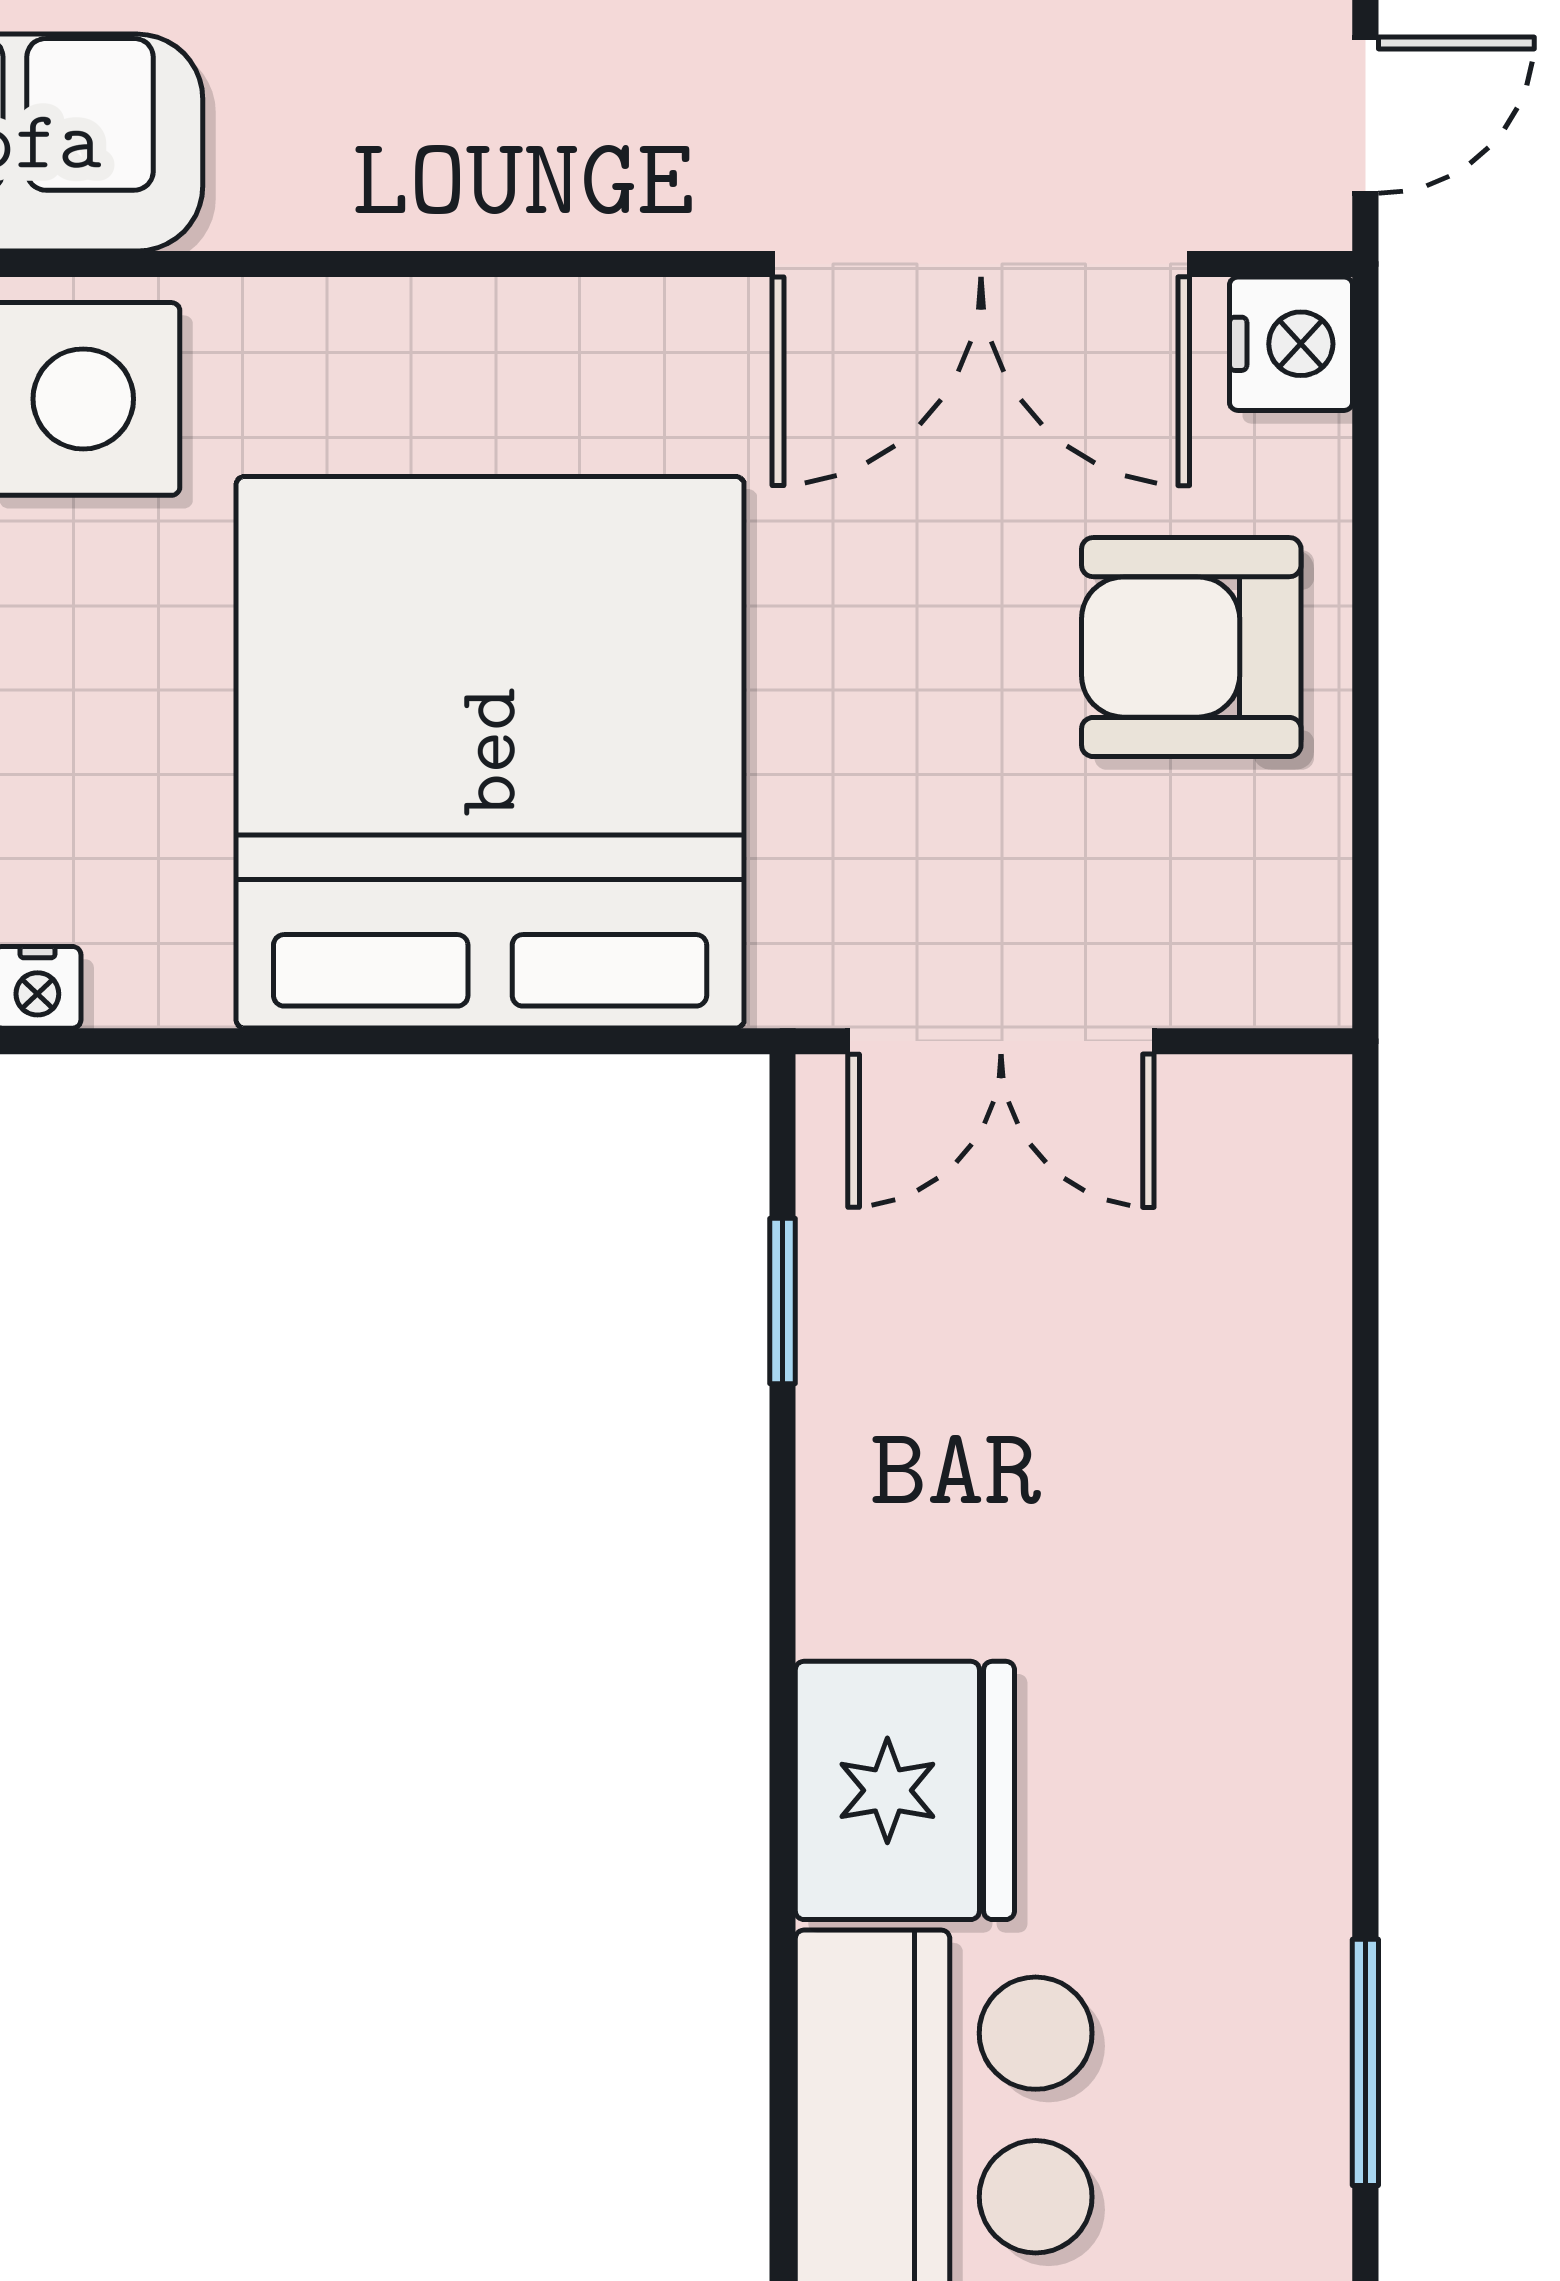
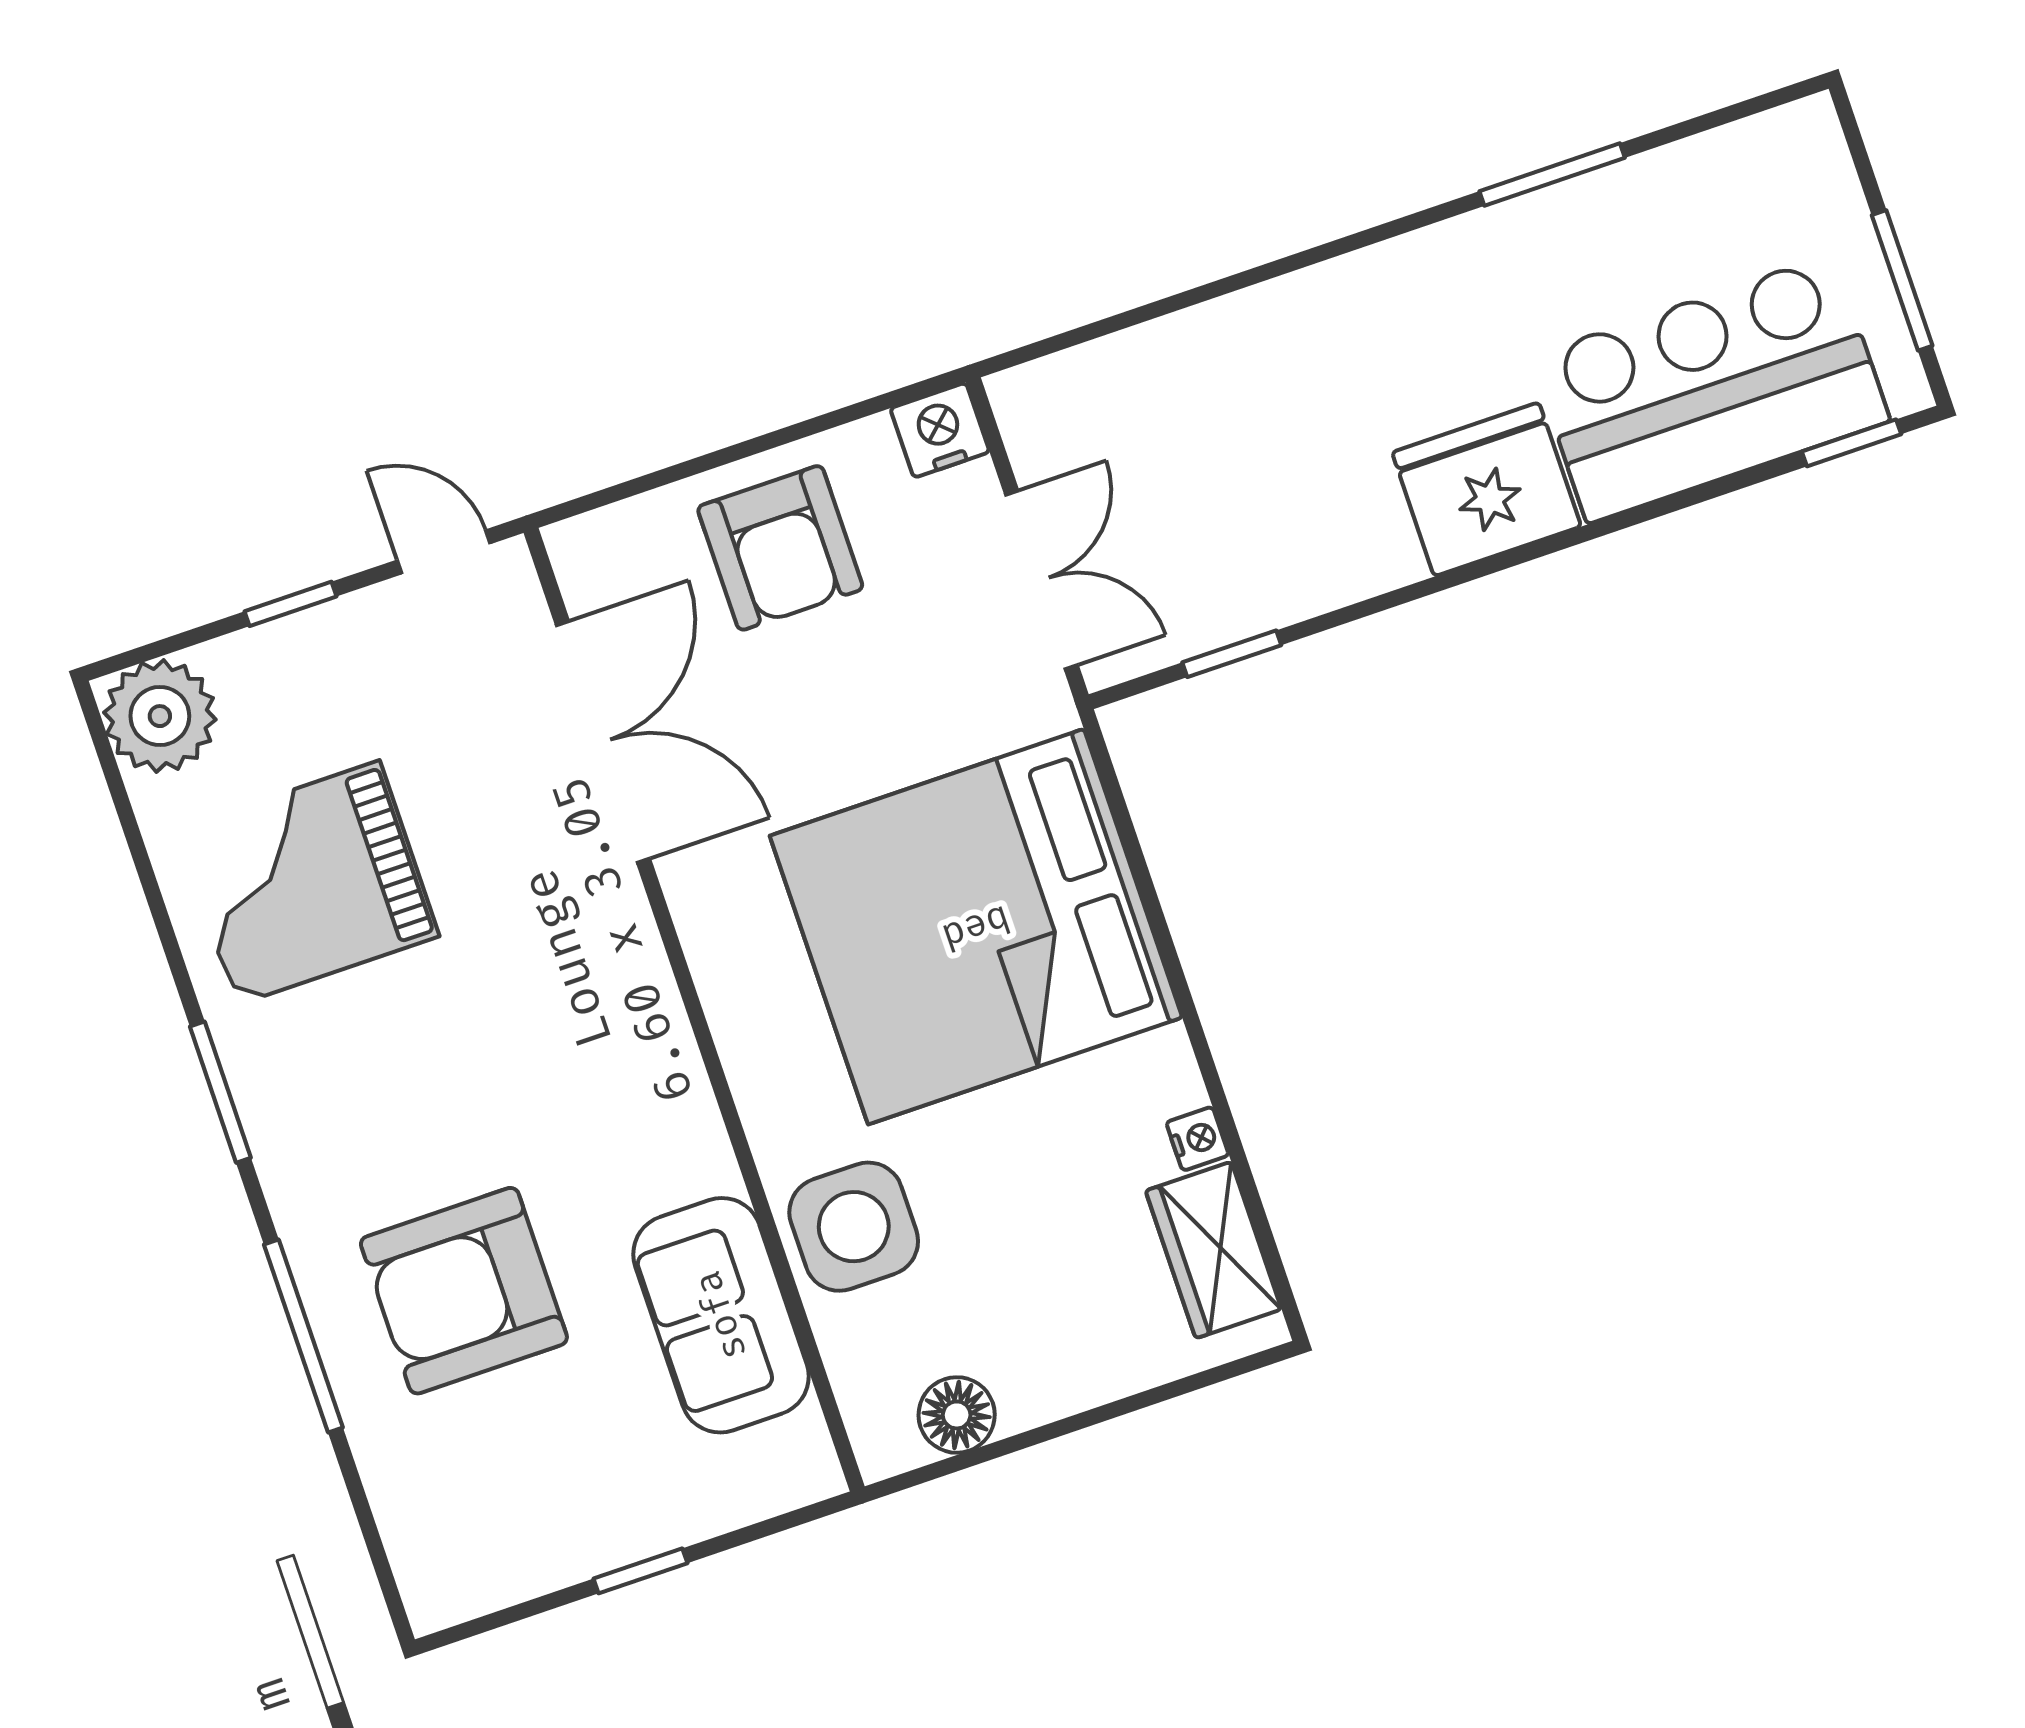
nightstand: (1291, 344) -> (940, 430), moved

